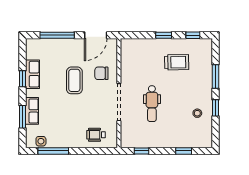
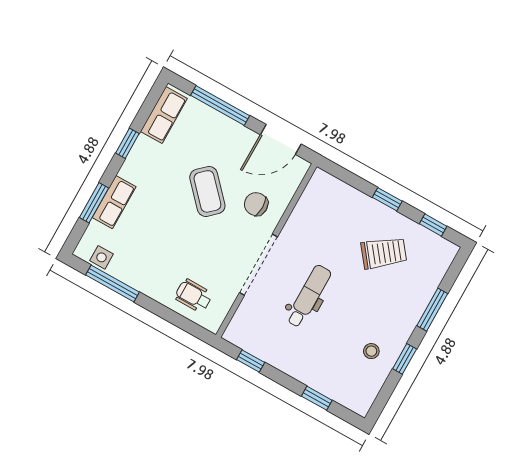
trolley: (177, 62) -> (384, 253), turned -37
row of seats: (32, 74) -> (164, 115), moved
coffee table: (74, 80) -> (207, 191), turned -43
dental chair: (152, 104) -> (309, 296), turned 180

